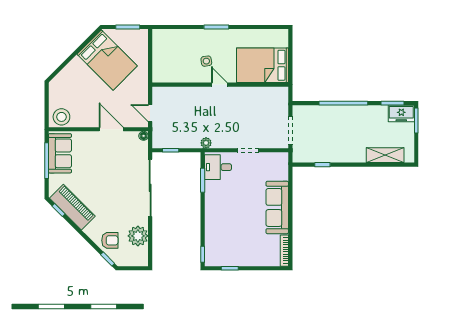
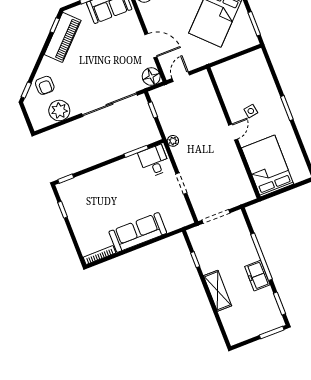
freezer: (401, 113) -> (257, 276), moved
door: (111, 129) -> (151, 46), hinge flipped
floor lamp: (144, 136) -> (151, 77), width x1.89, depth x1.89
shelving: (385, 155) -> (218, 291), moved

